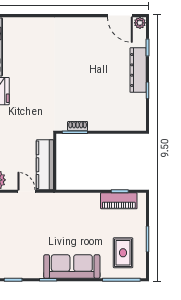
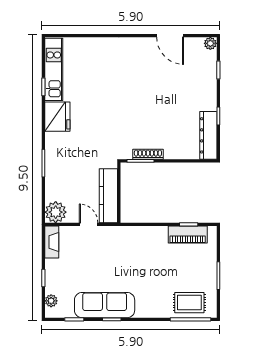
door: (120, 16) -> (170, 36), moved
dresser: (138, 70) -> (208, 135), moved
shoe rack: (78, 126) -> (148, 154), width x1.43
rug: (123, 253) -> (189, 303), moved, turned 90
sofa: (72, 267) -> (105, 305), moved

